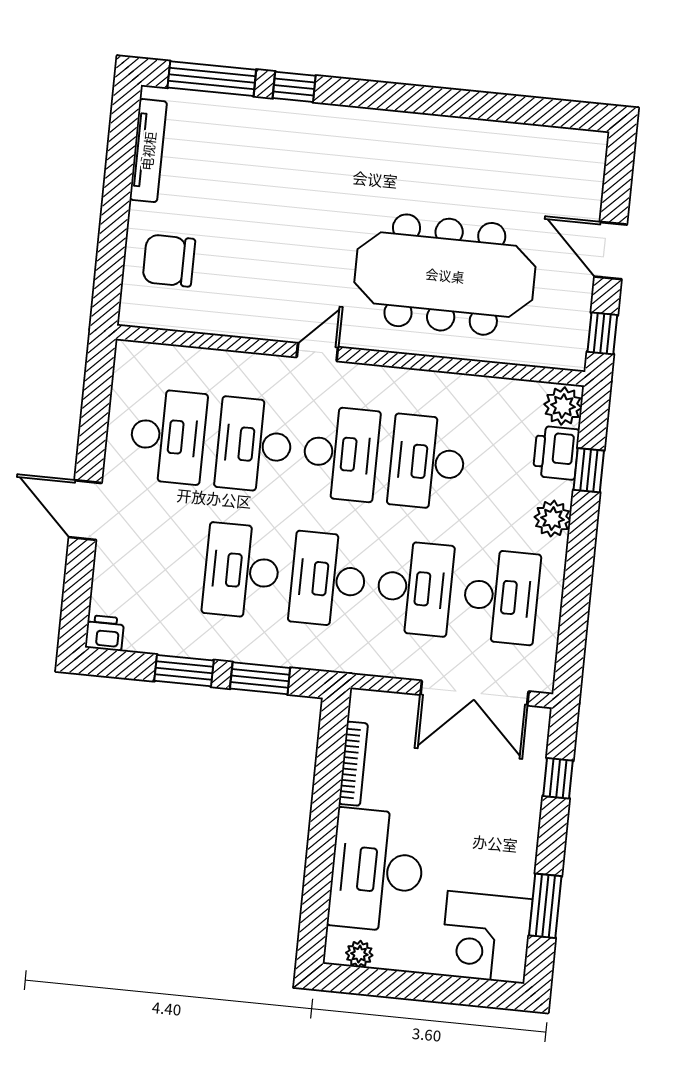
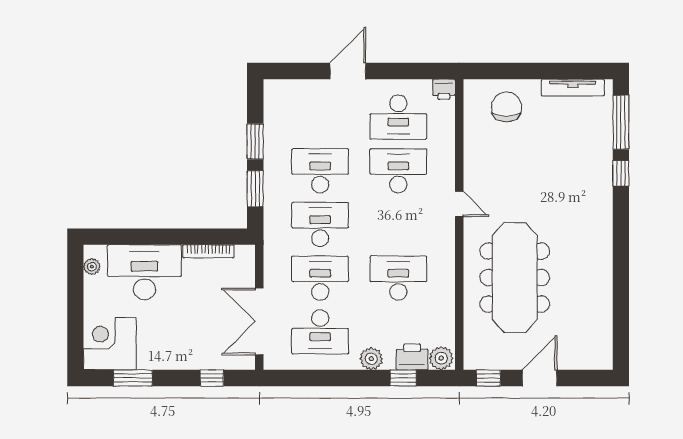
desk: (341, 453) -> (398, 224), removed
desk: (415, 588) -> (320, 278), turned 180
printer: (105, 633) -> (444, 89), moved, turned 90

